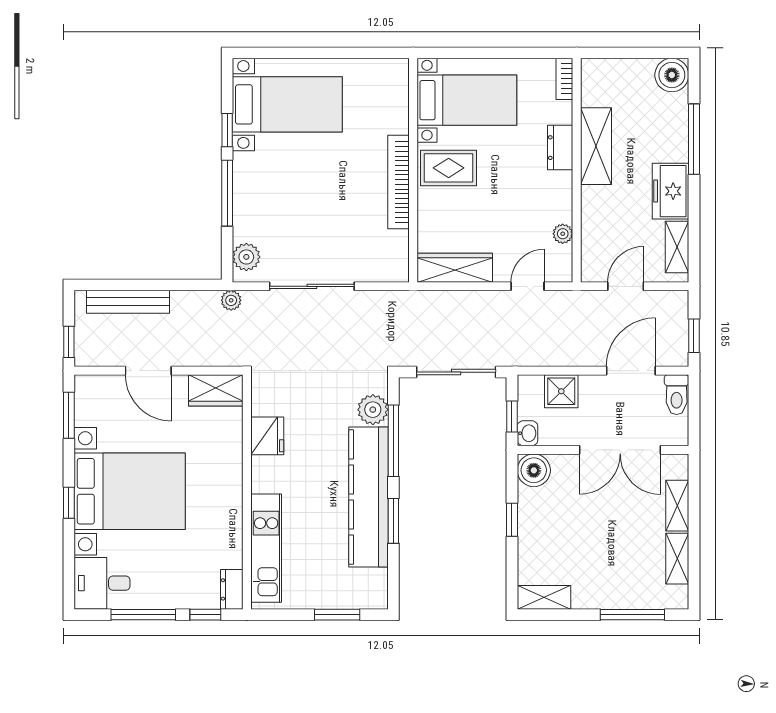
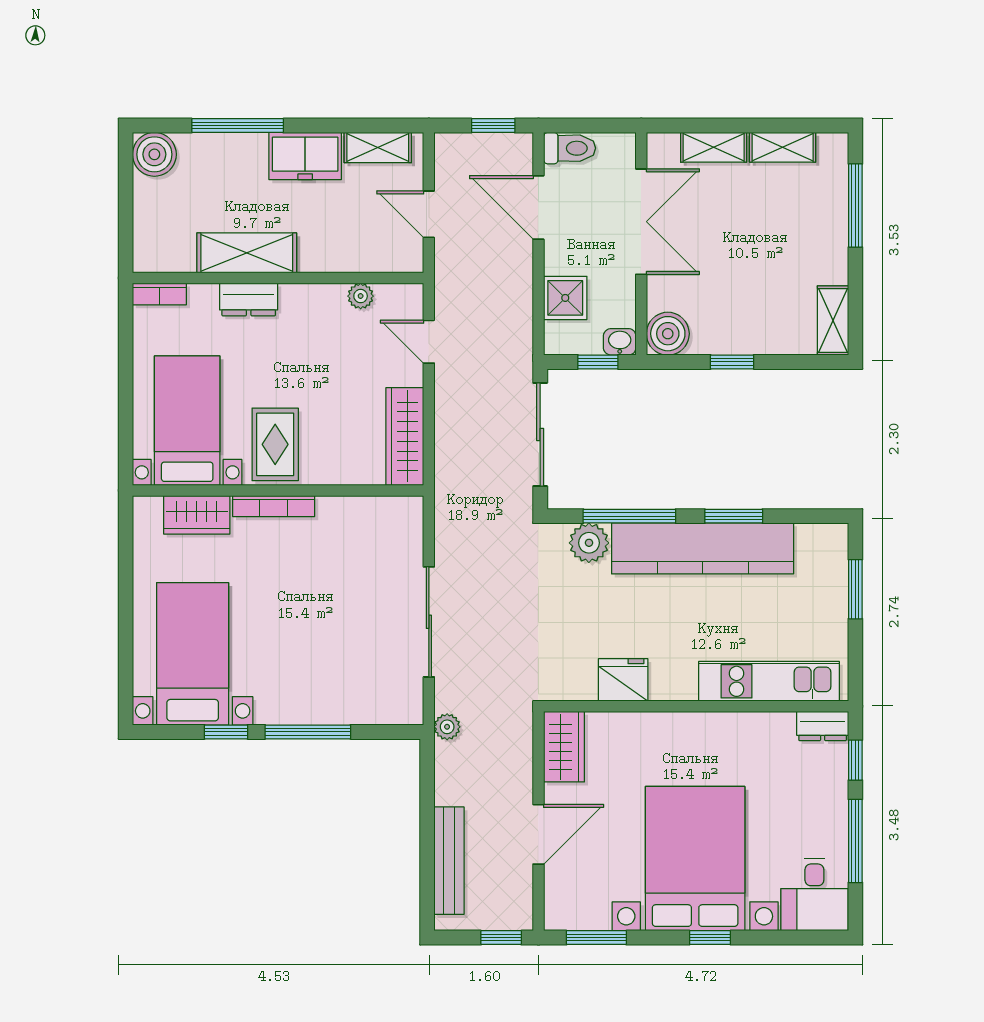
wardrobe: (394, 108) -> (197, 515), added
bookcase: (399, 182) -> (274, 506), width x0.68, depth x0.76
plant: (246, 257) -> (391, 707), removed

